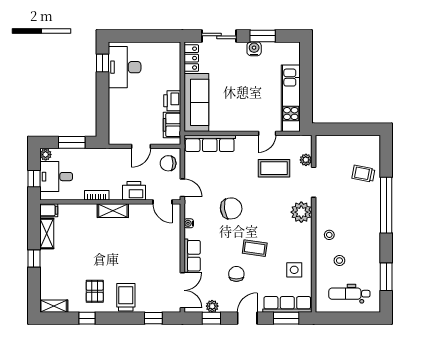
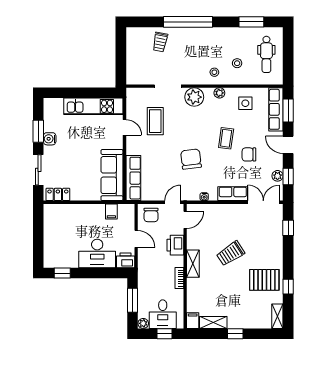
desk: (125, 67) -> (97, 253), moved
printer: (172, 101) -> (126, 260), moved, turned 180
sofa: (196, 102) -> (112, 175), moved, turned -90
filing cabinet: (172, 125) -> (111, 211), width x0.50
plant: (306, 160) -> (219, 93), moved
pallet: (95, 291) -> (264, 280), width x1.50, depth x1.42
trolley: (126, 297) -> (231, 253), moved, turned -33

